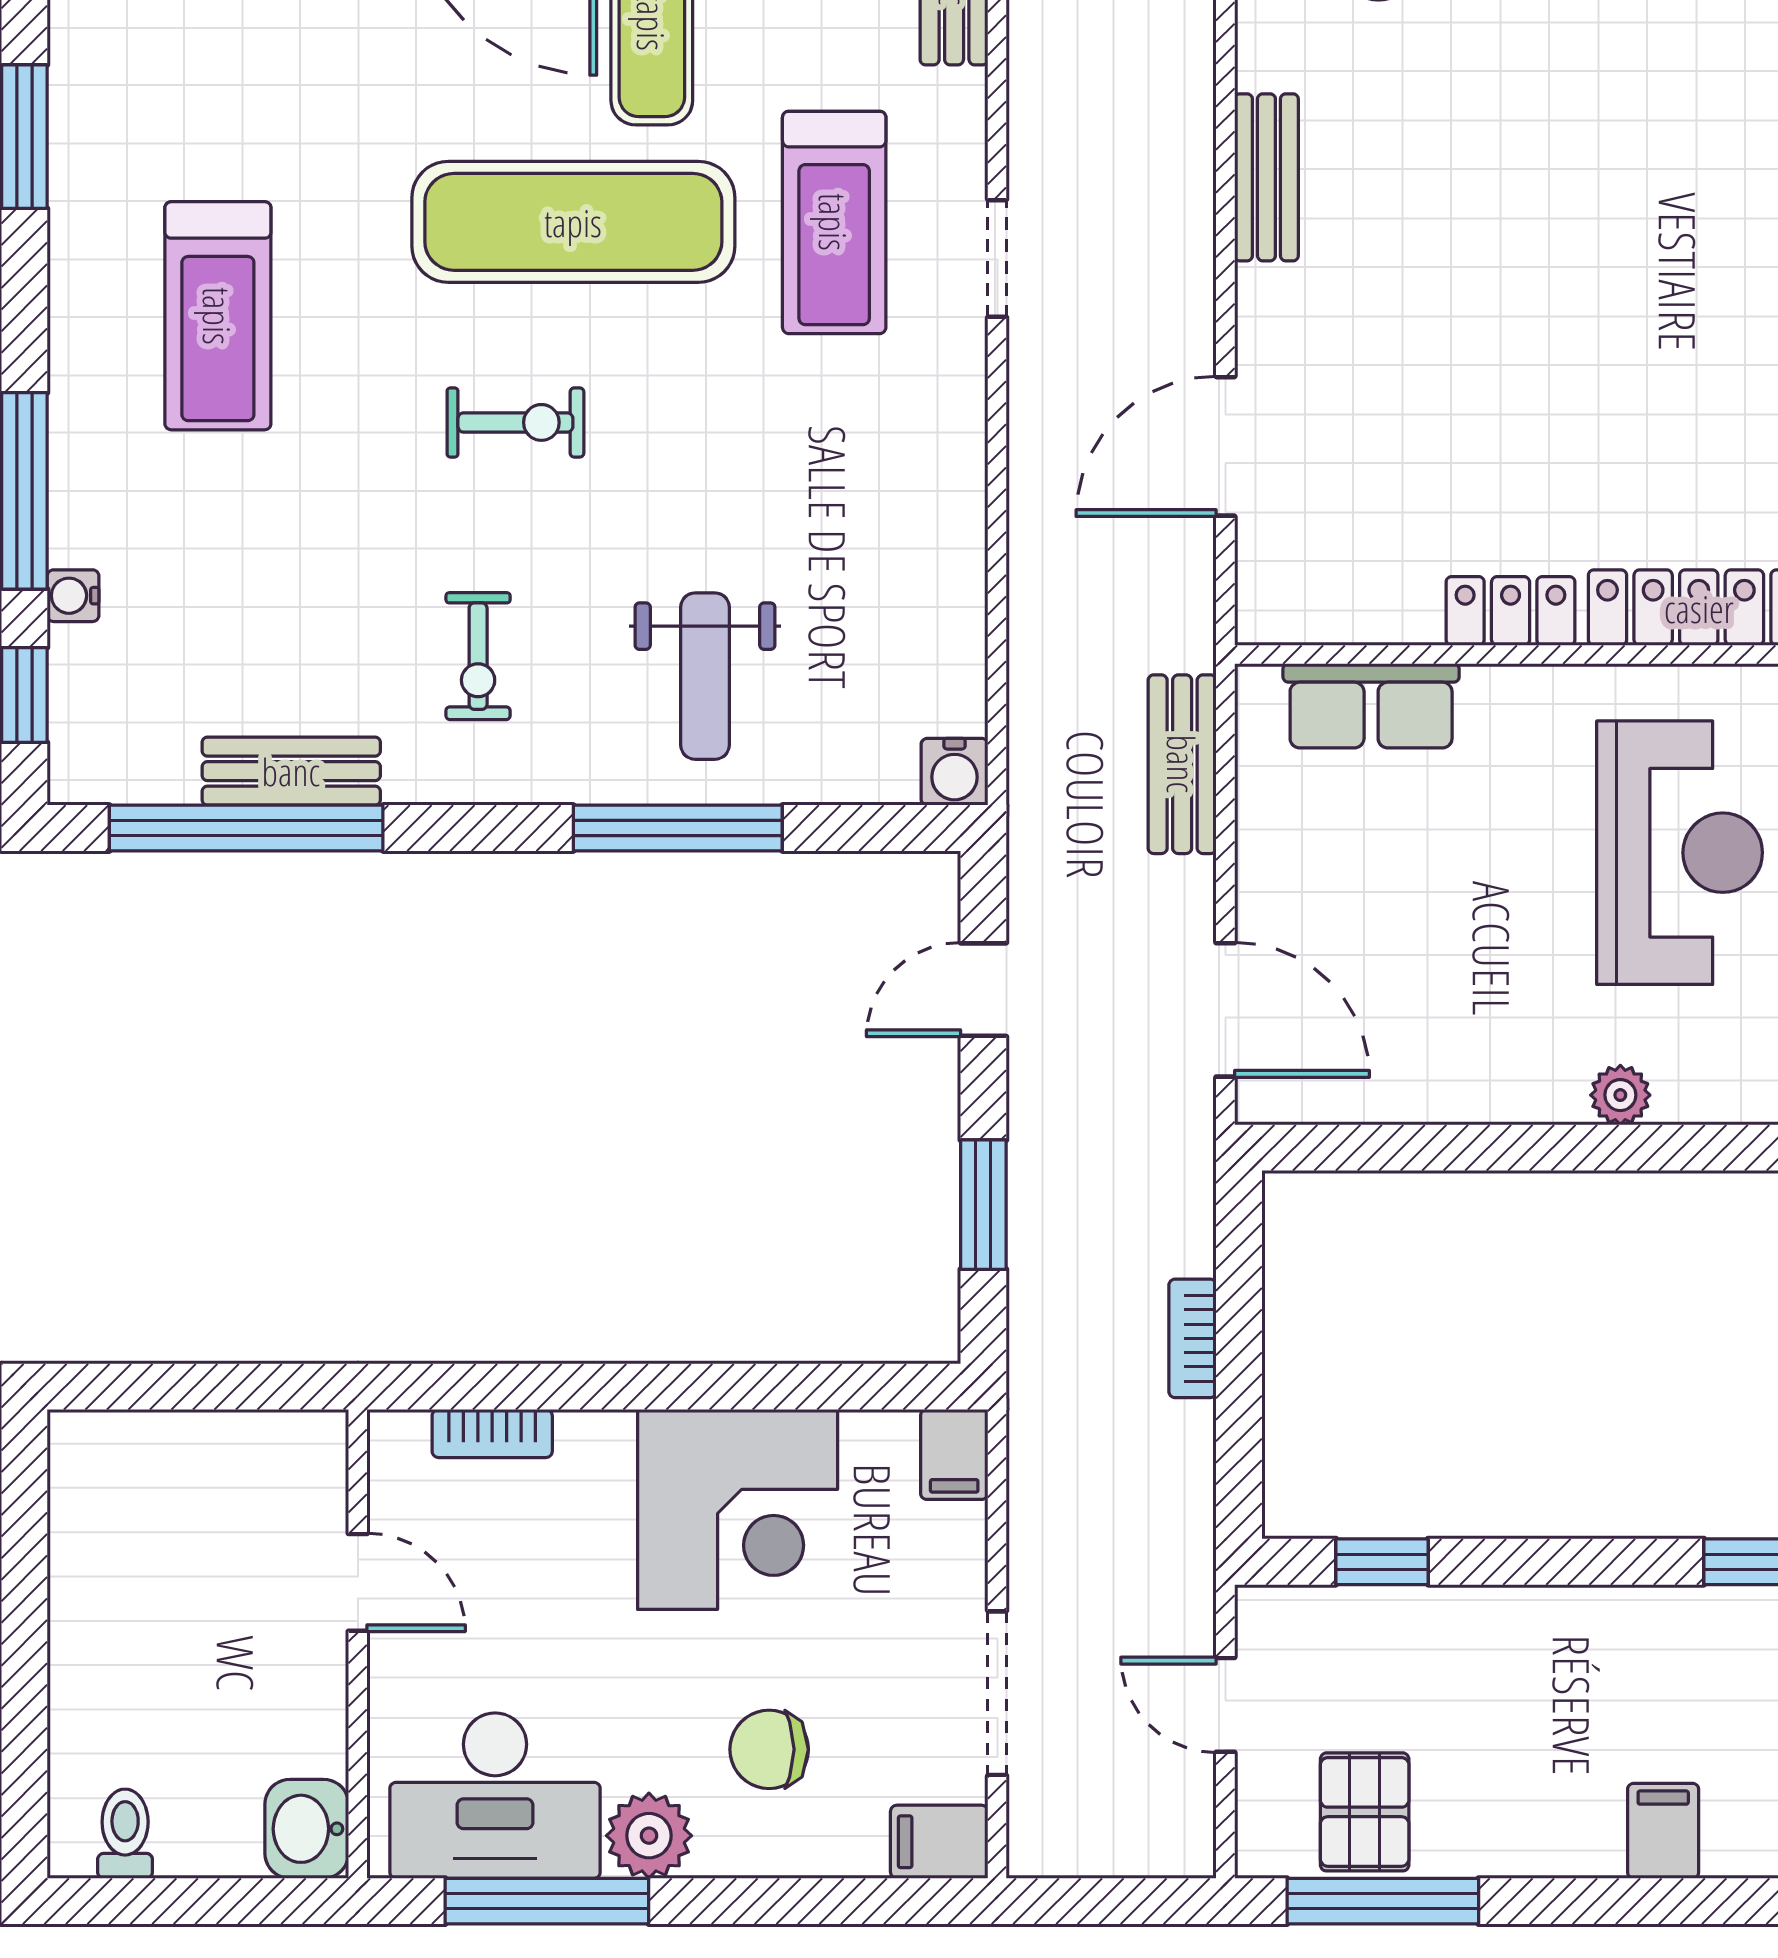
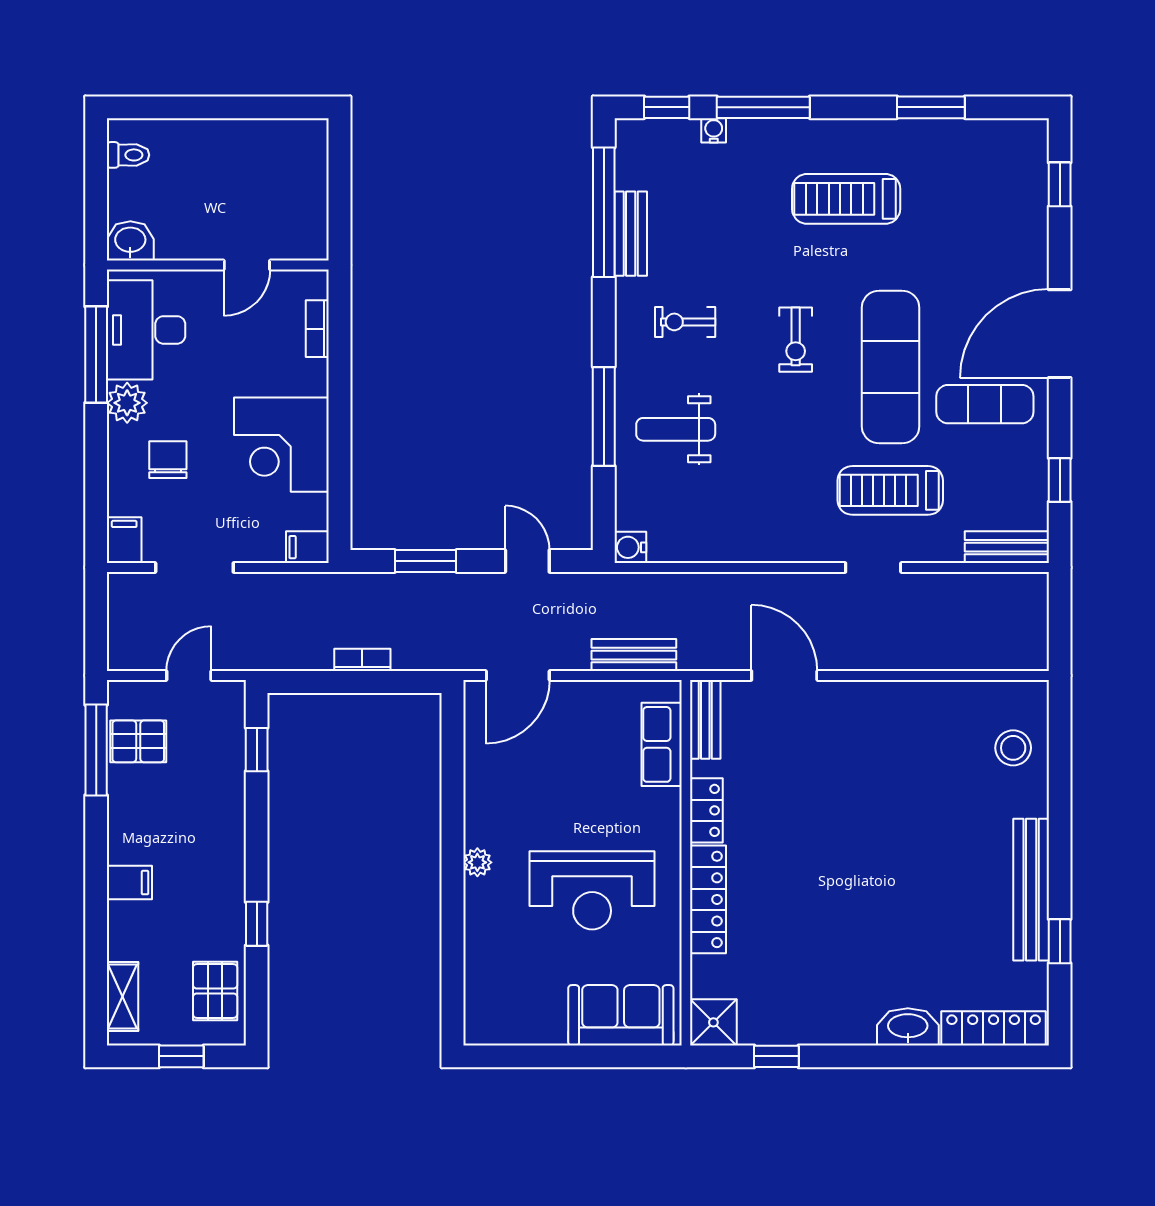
bench: (1266, 177) -> (705, 719), moved, turned 90

